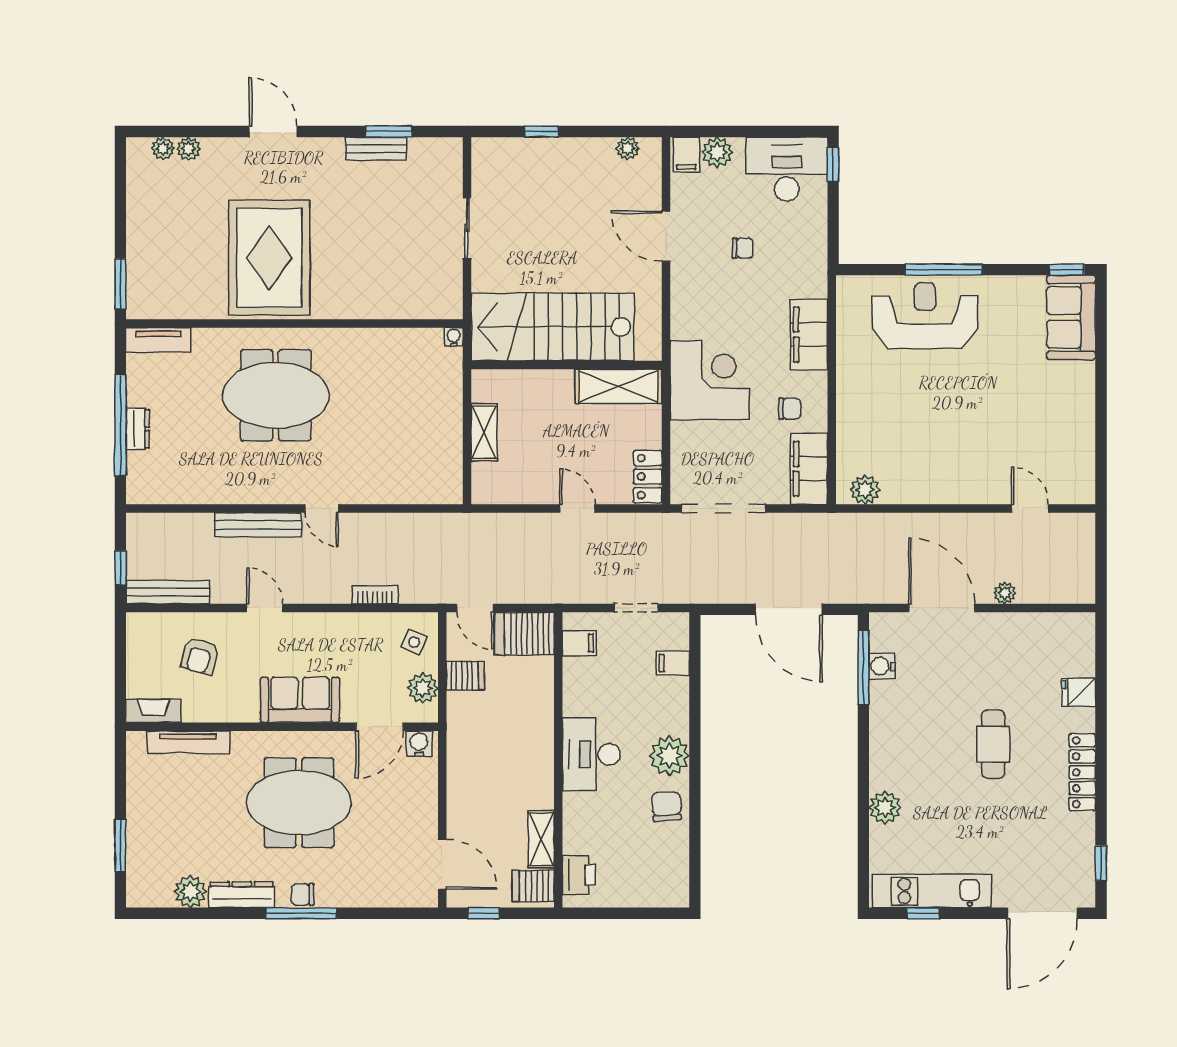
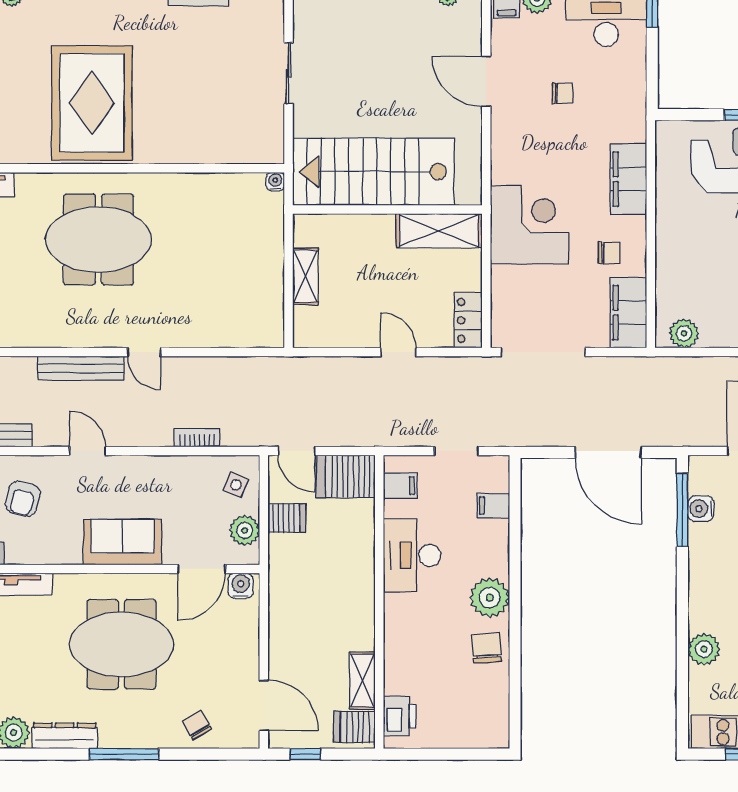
desk: (591, 754) -> (412, 555), moved
chair: (303, 894) -> (197, 725), moved, turned 60

